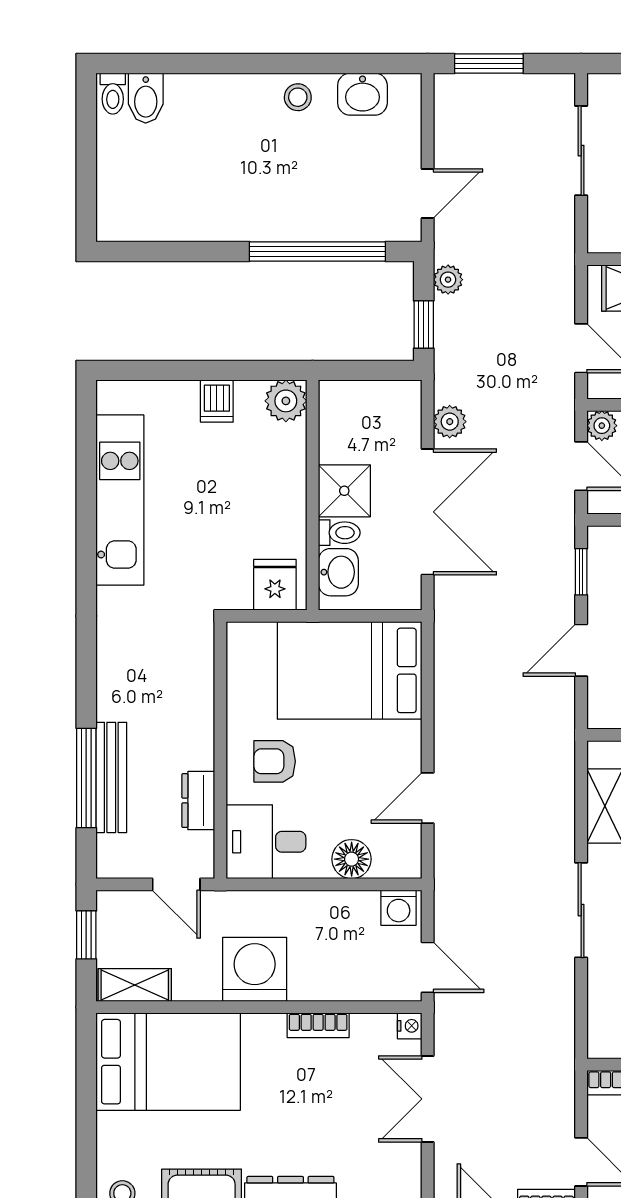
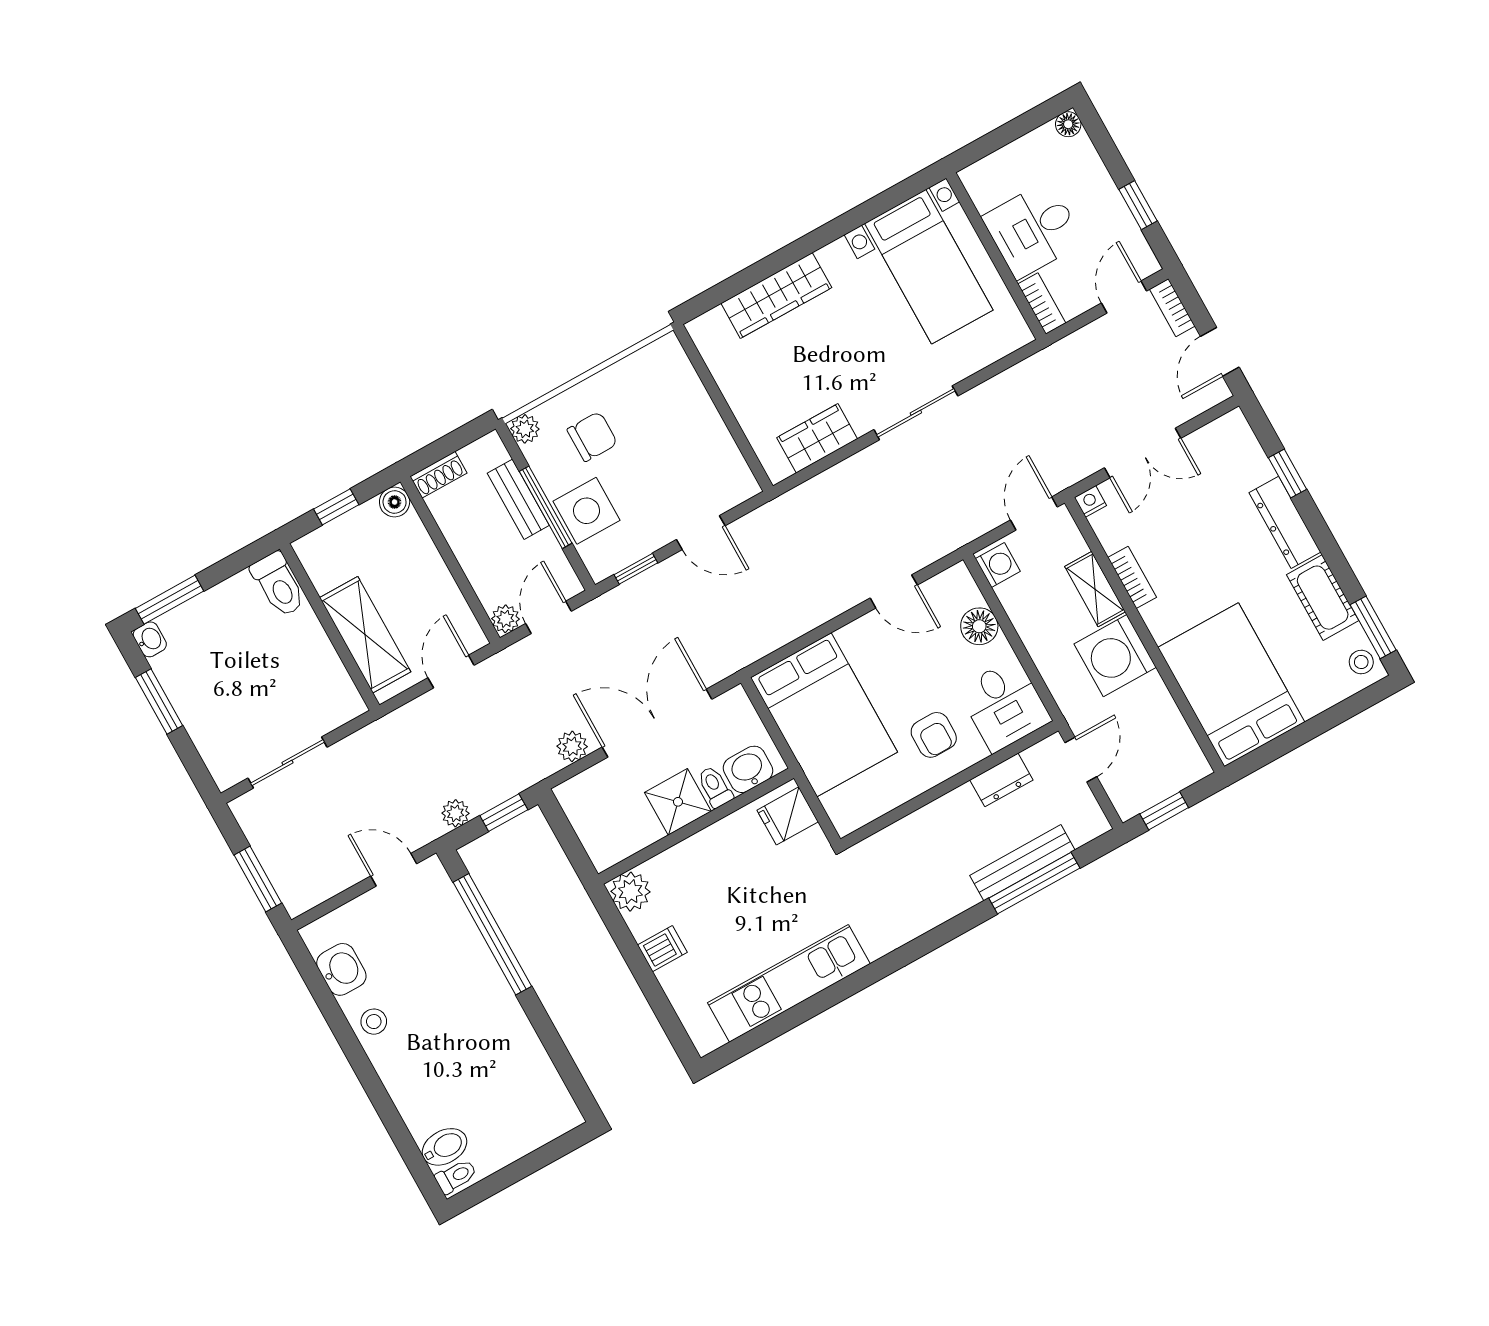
shelving: (135, 985) -> (1095, 589), moved

